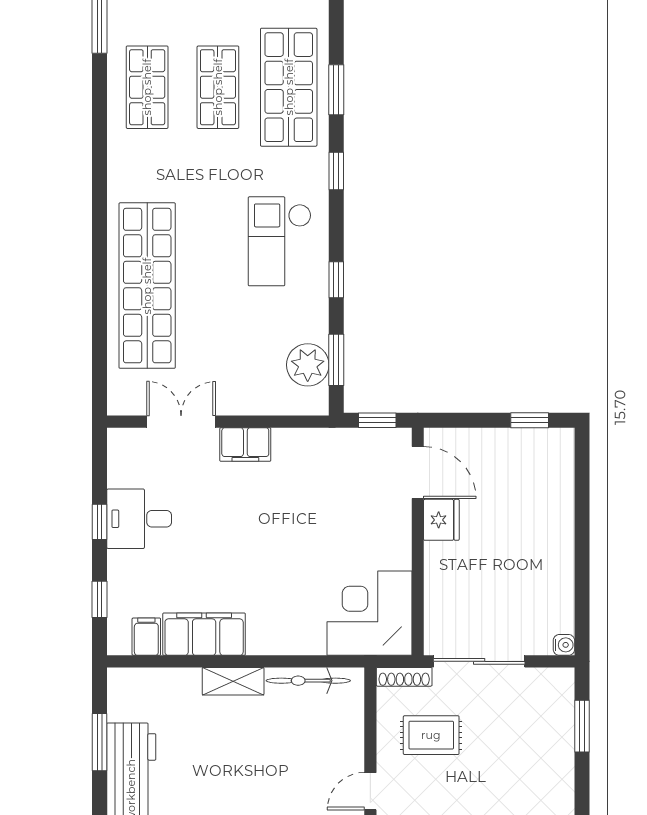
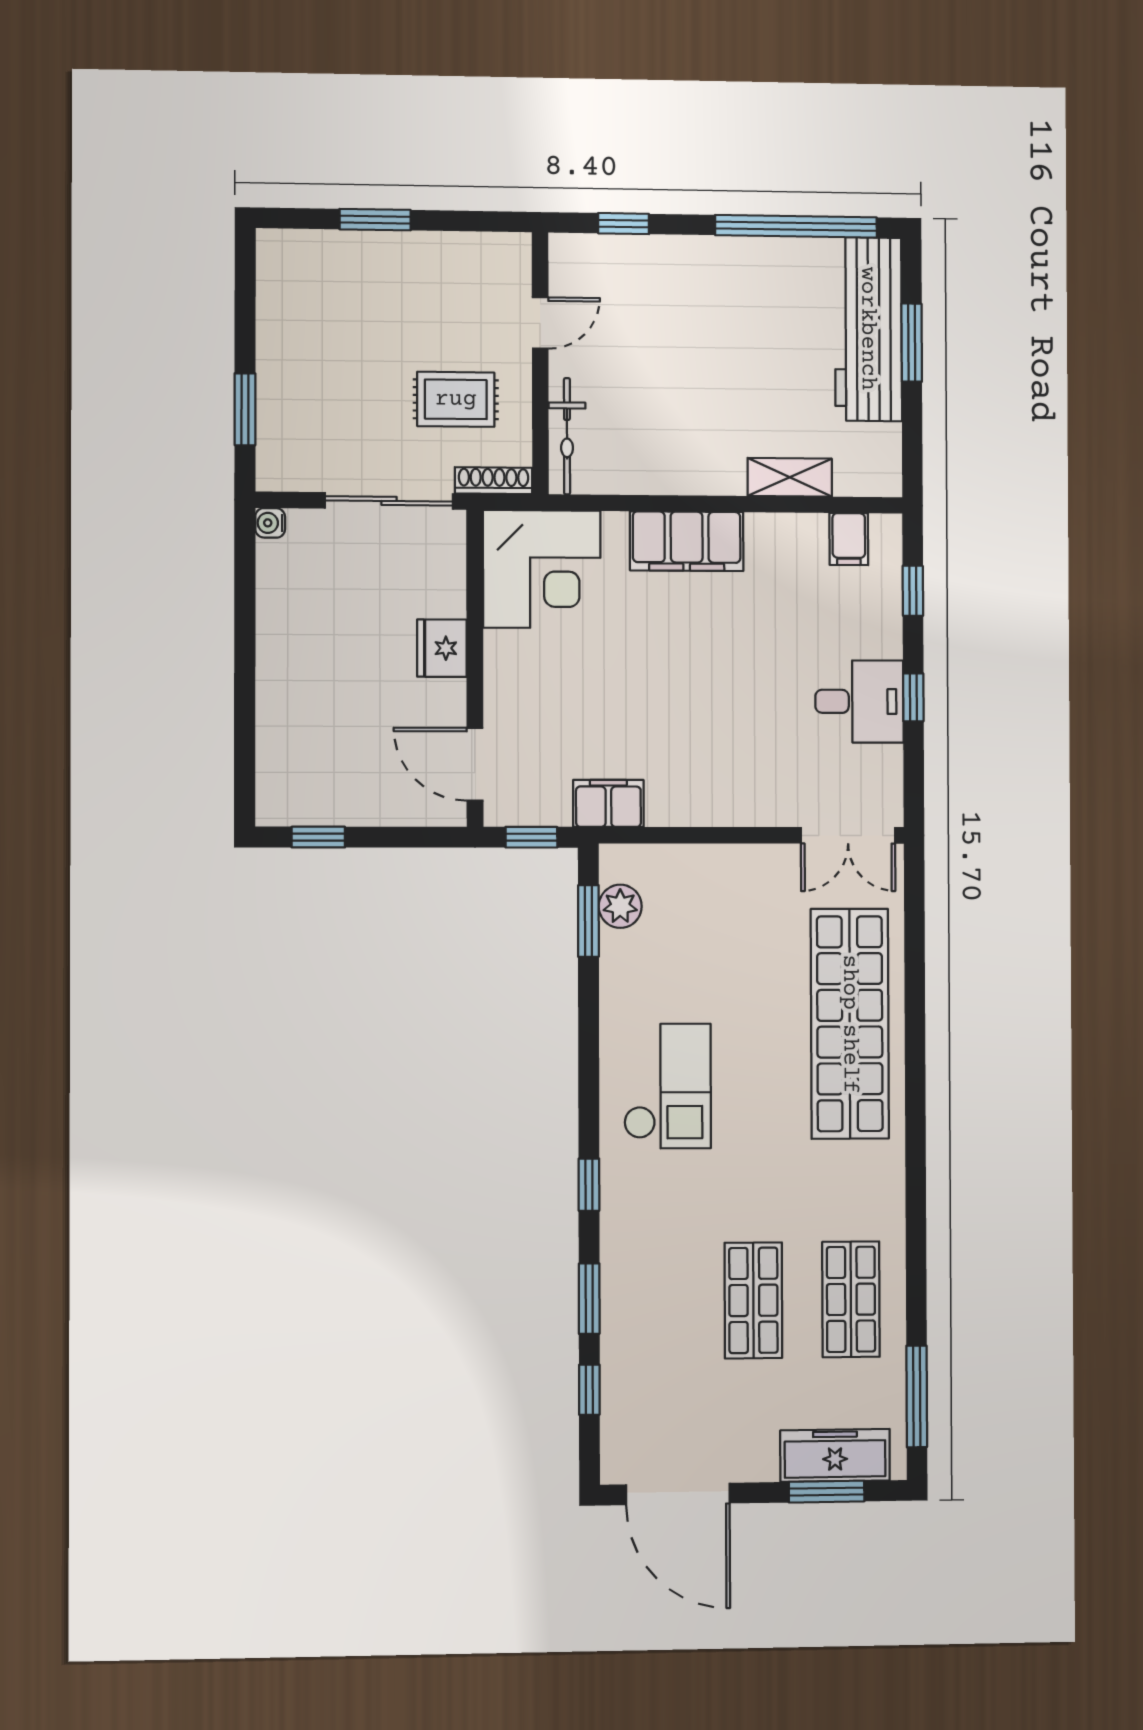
shop shelf: (289, 87) -> (655, 1301), removed
window: (336, 280) -> (589, 1390), moved
plant: (308, 365) -> (620, 906), width x0.73, depth x0.73
double door: (181, 422) -> (848, 835), moved
filing cabinet: (245, 445) -> (608, 803), moved
fridge: (441, 520) -> (442, 648), moved
filing cabinet: (204, 634) -> (687, 541), moved
shelving: (233, 681) -> (790, 477), moved
bicycle: (308, 681) -> (567, 436), moved, turned 90
window: (100, 742) -> (912, 343), moved

